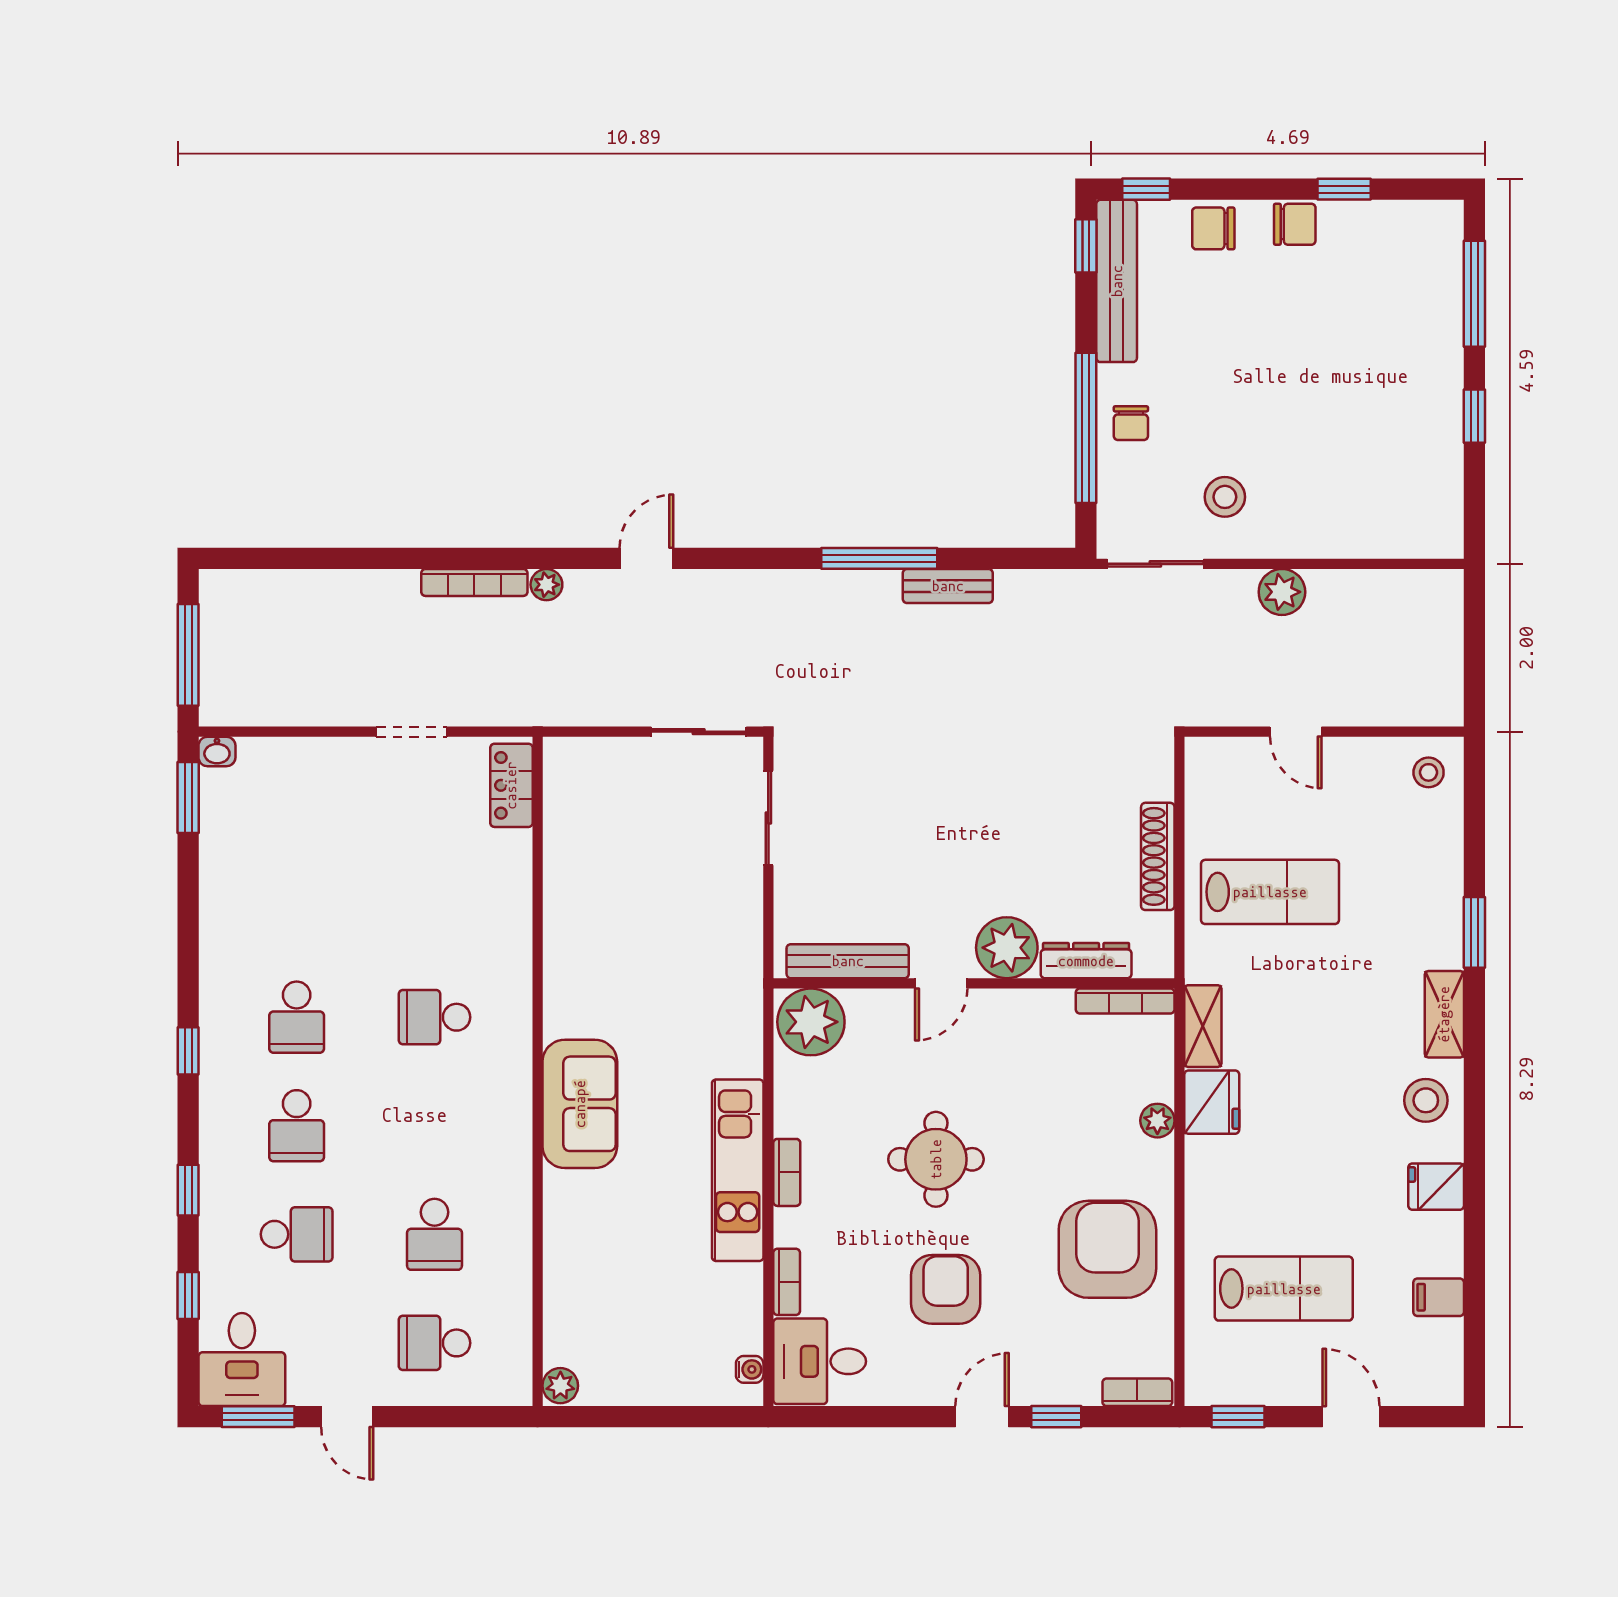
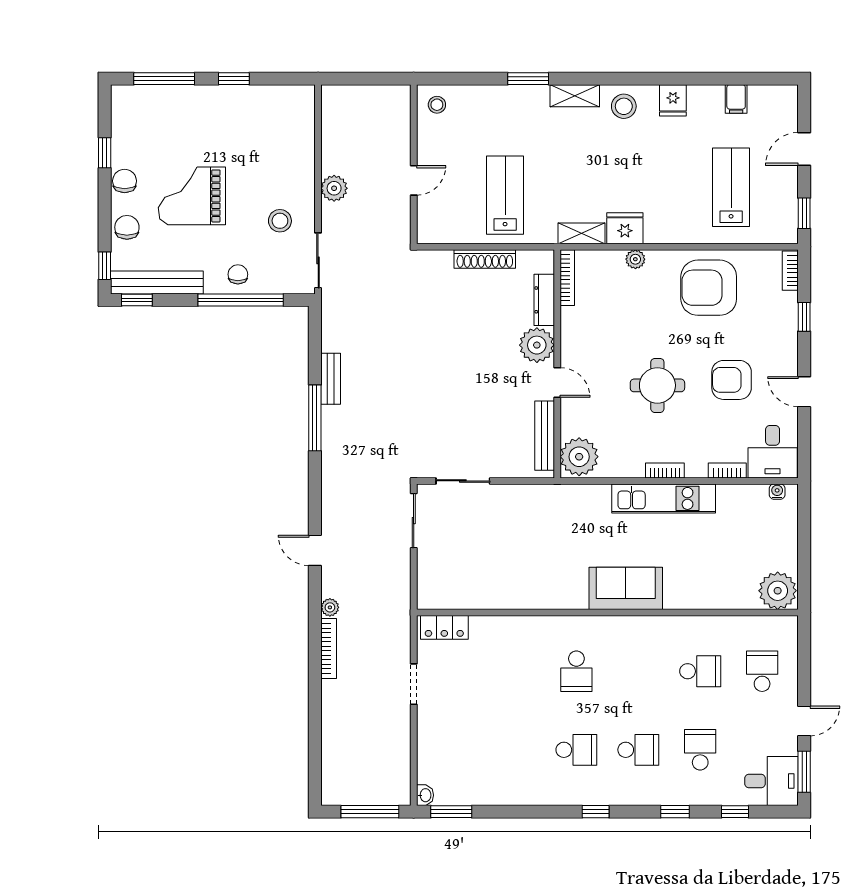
chair: (1213, 228) -> (127, 227), turned 180
grand piano: (1268, 342) -> (192, 196), added
chair: (1131, 423) -> (238, 274), turned -90
school desk: (434, 1343) -> (762, 671), turned 180
plant: (560, 1386) -> (778, 591), width x1.88, depth x1.88
door: (982, 1417) -> (804, 392), moved

